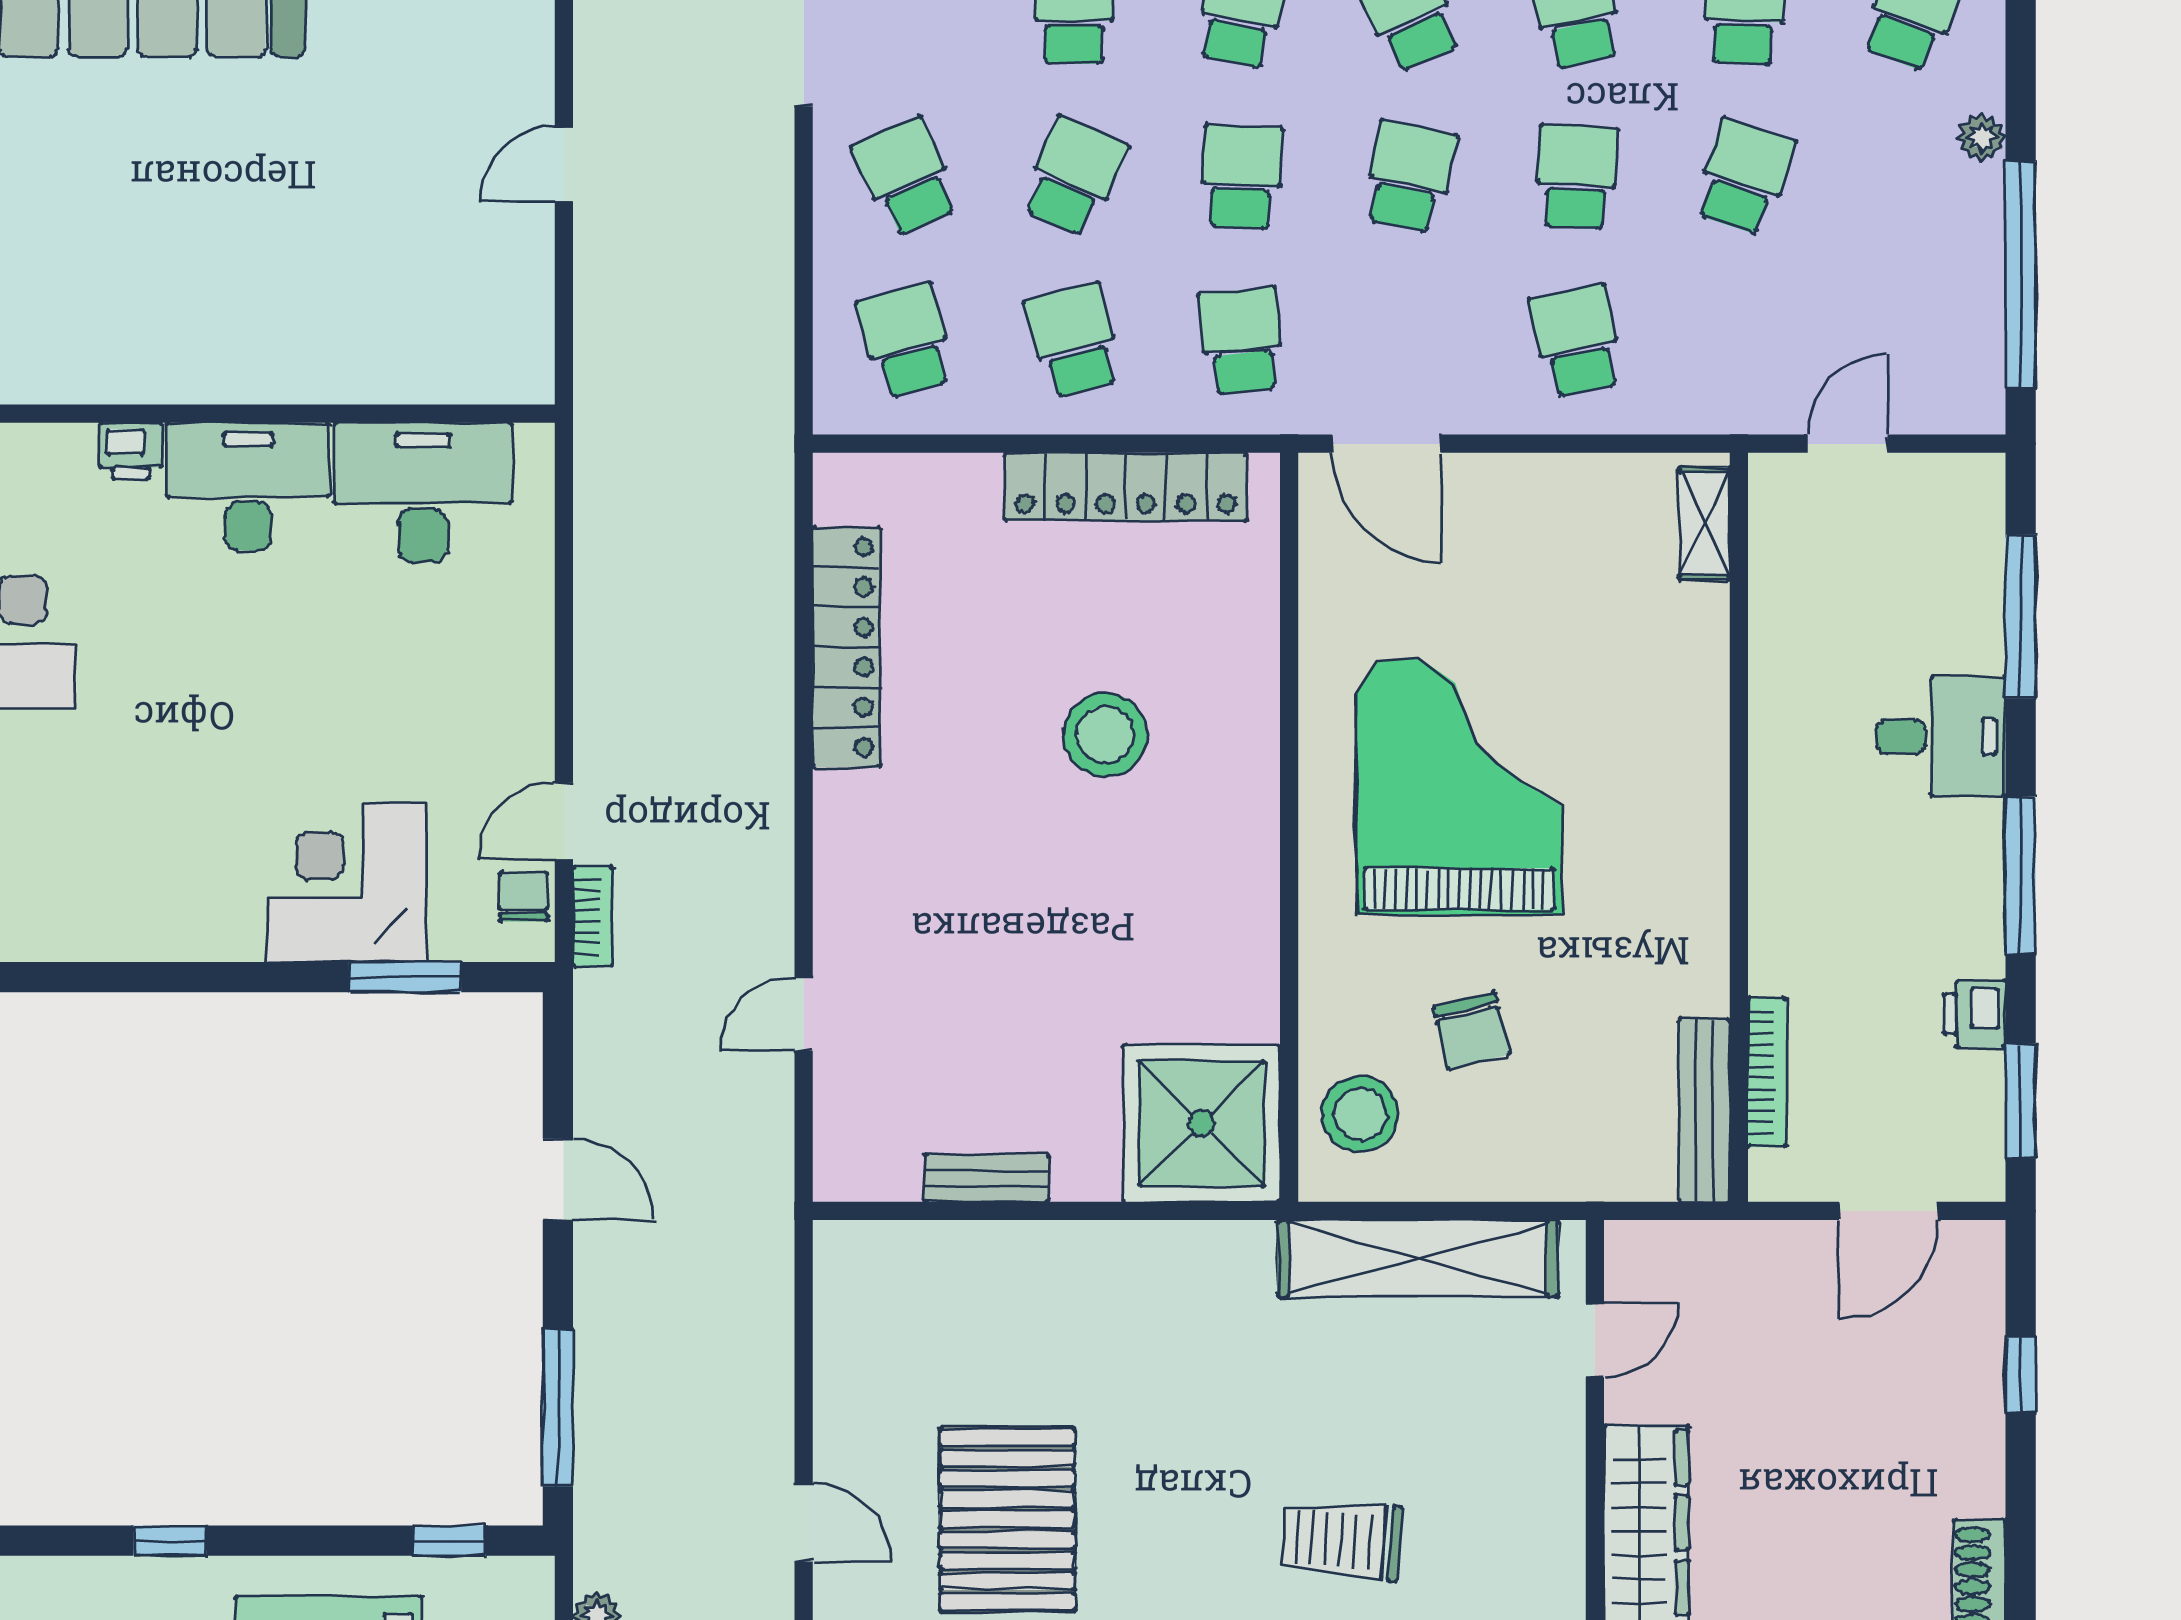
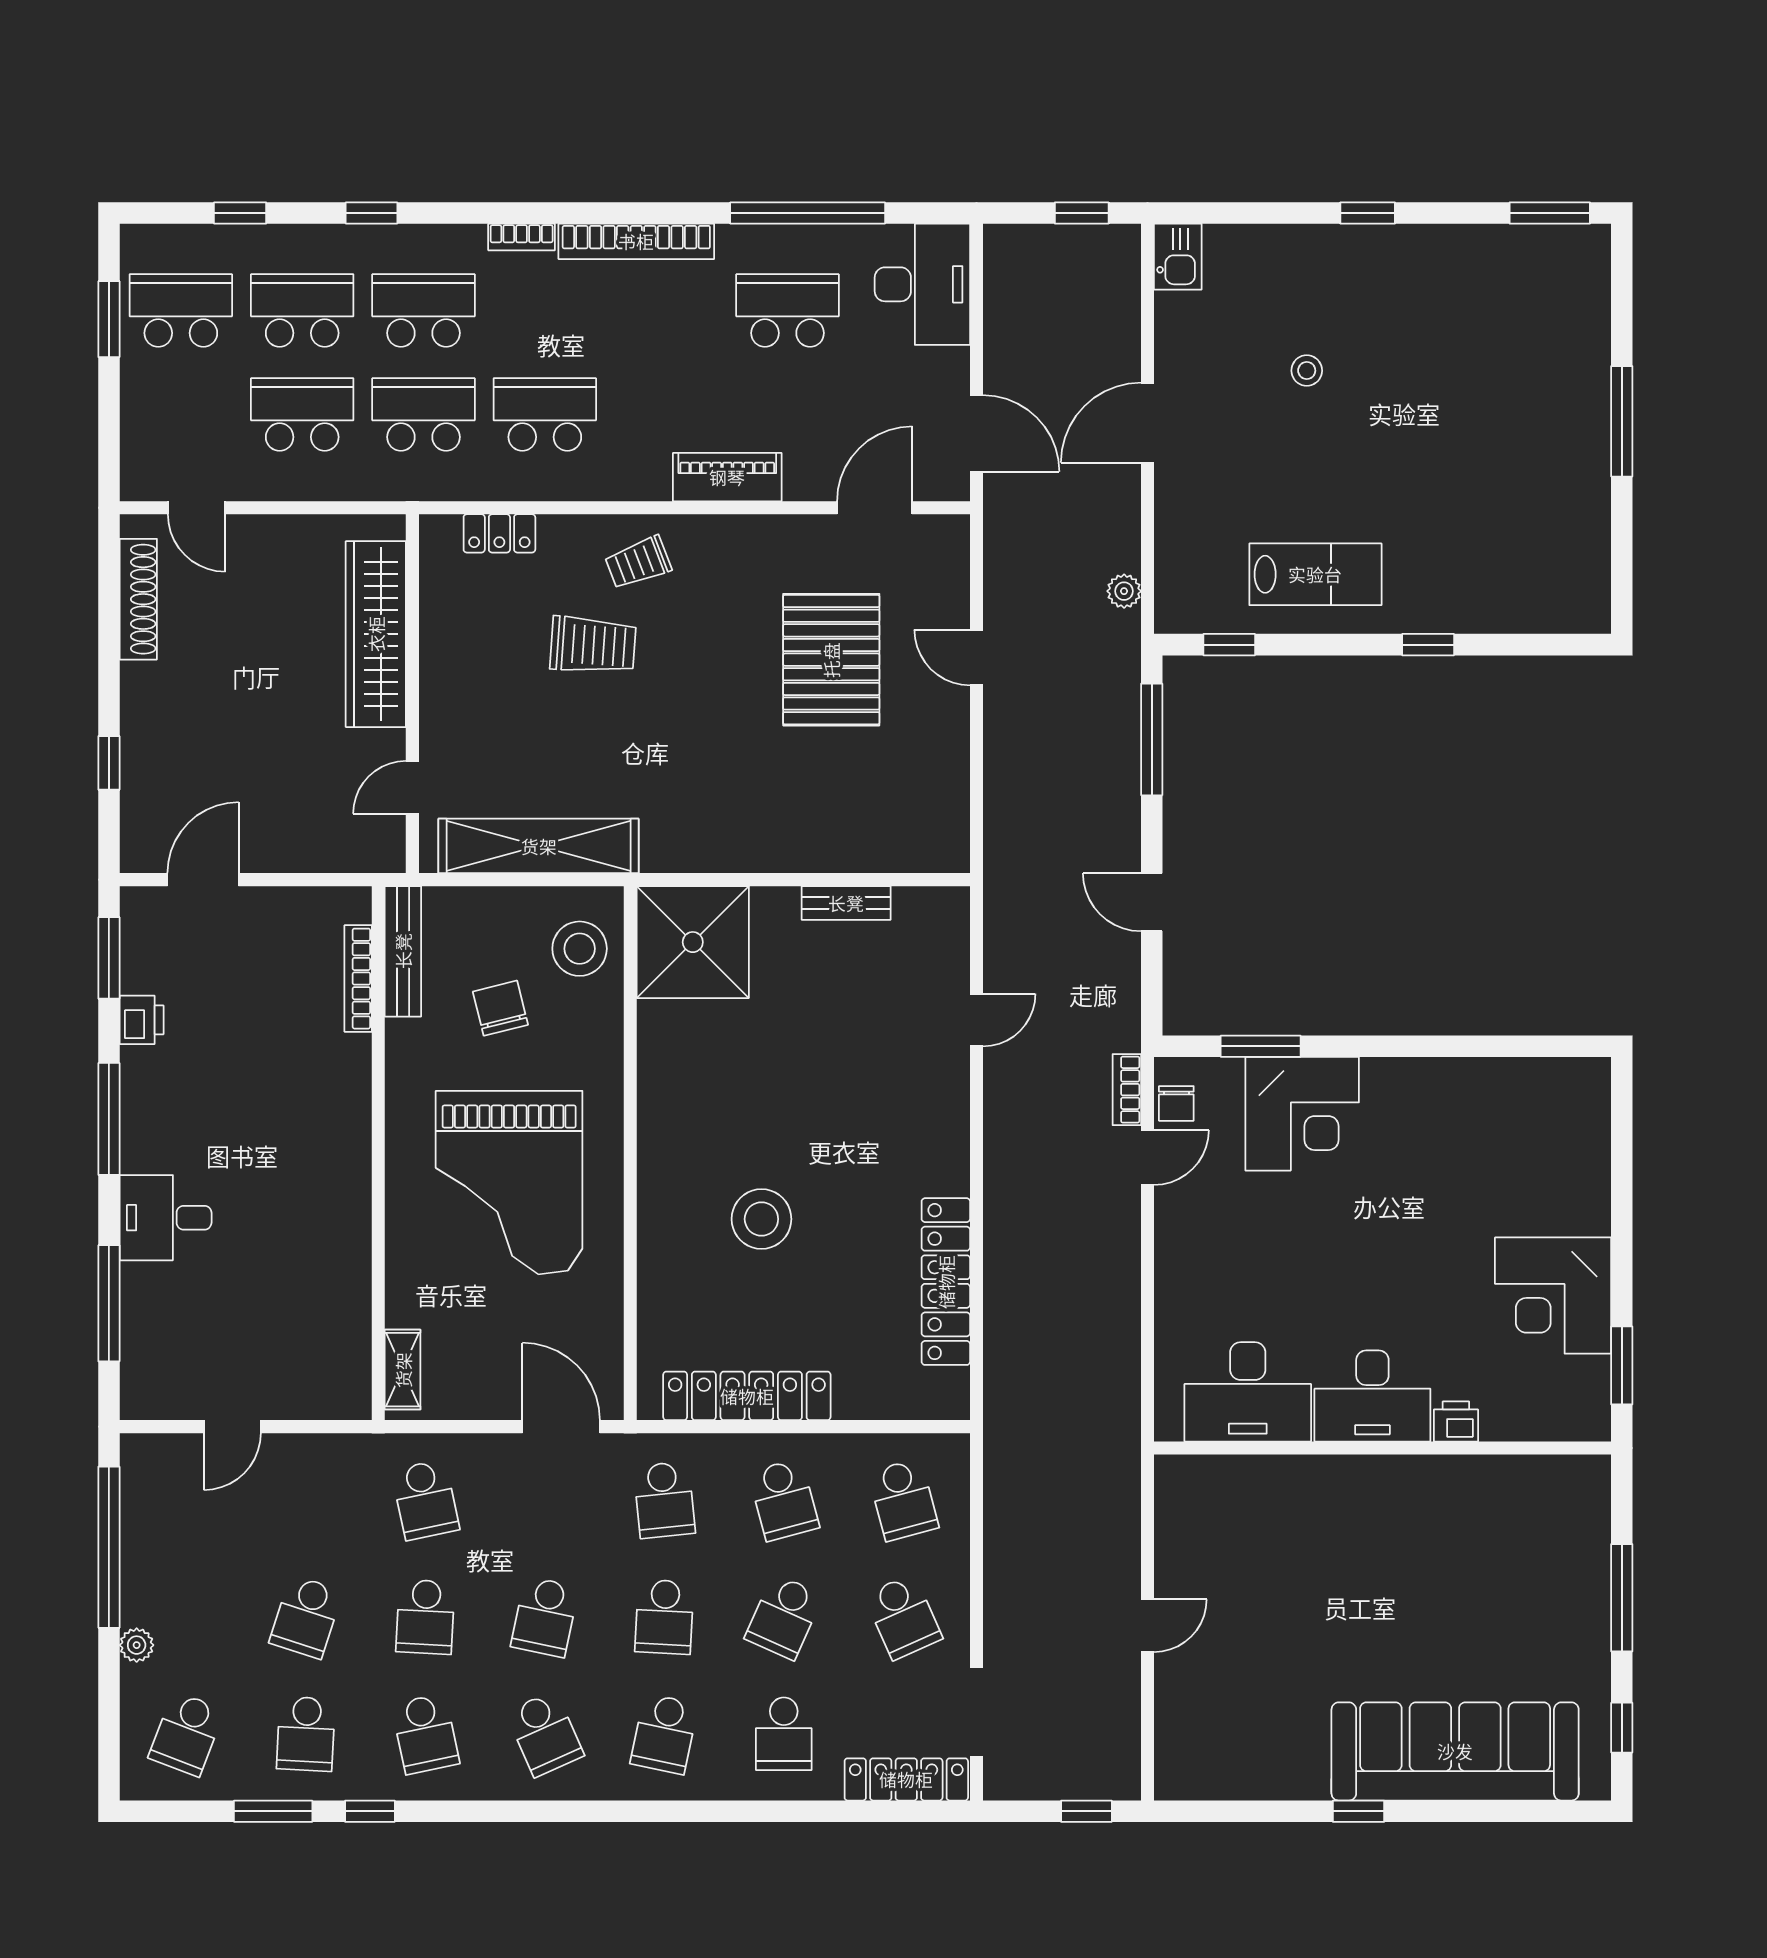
shelving: (1705, 524) -> (403, 1370), moved
wall: (1739, 827) -> (378, 1153), moved
bookcase: (1767, 1072) -> (358, 979), moved
bench: (1704, 1110) -> (403, 951), moved

